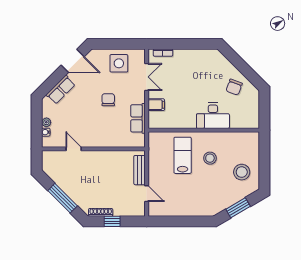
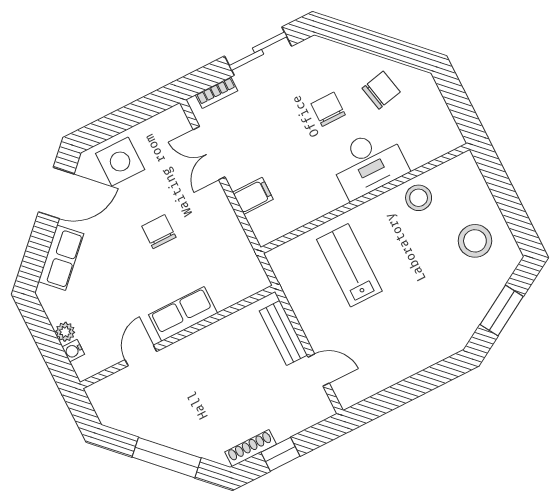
sliding door: (190, 44) -> (258, 51), added
side table: (119, 63) -> (120, 162), moved
double door: (147, 77) -> (209, 153), swing flipped
chair: (207, 84) -> (328, 109), added
chair: (234, 87) -> (381, 90), turned -122
row of seats: (138, 118) -> (183, 314), moved, turned 90
door: (74, 149) -> (141, 356), hinge flipped
stool: (210, 158) -> (419, 198), moved

